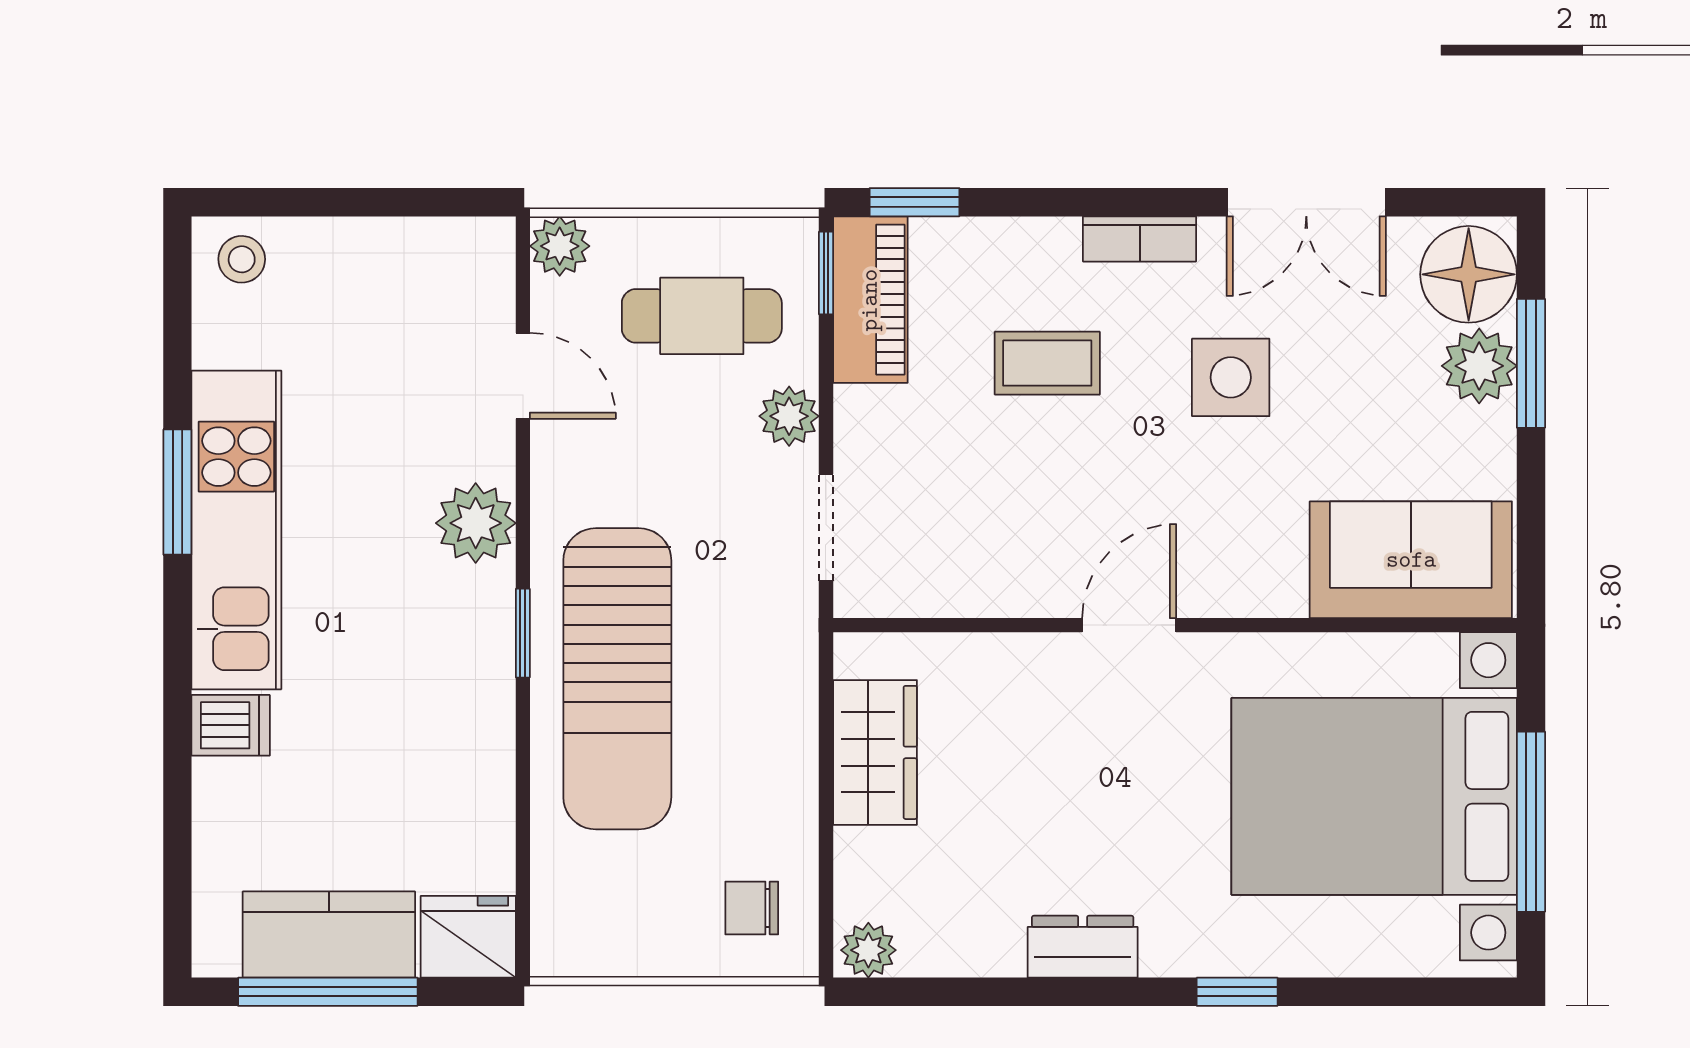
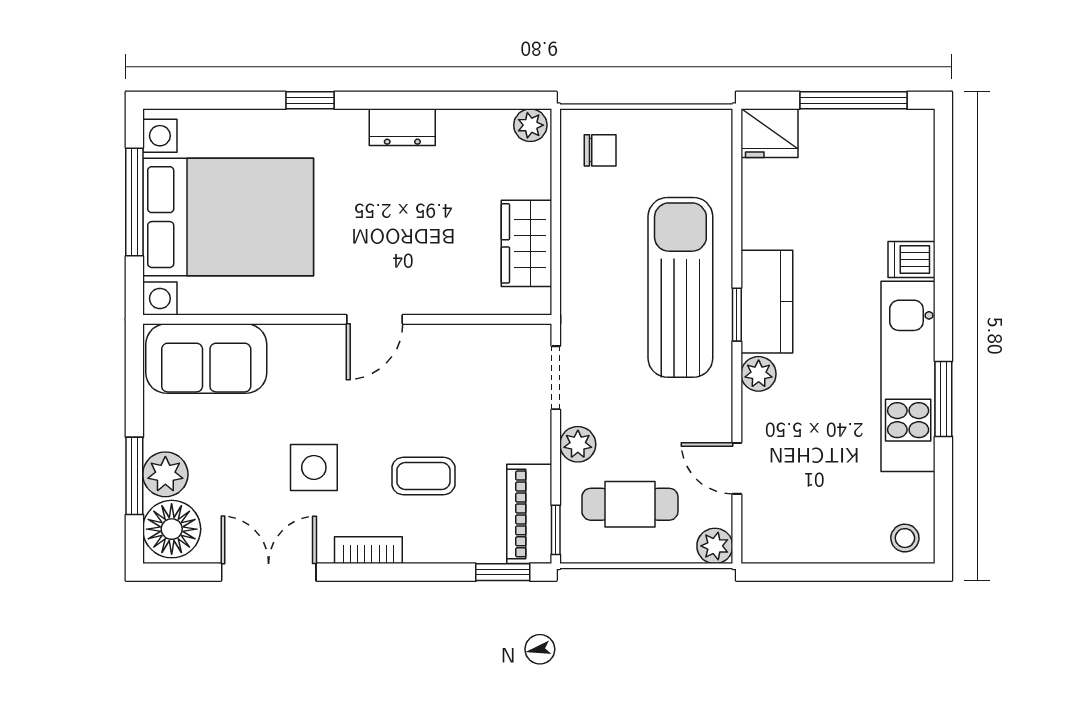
plant: (476, 523) -> (759, 374), width x0.73, depth x0.73
kitchen counter: (329, 935) -> (767, 302), moved, turned -90

